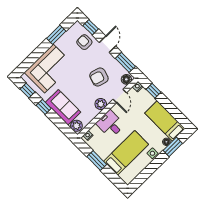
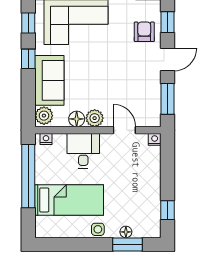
armchair: (99, 77) -> (122, 86), removed
floor lamp: (126, 79) -> (77, 119), moved
window: (153, 91) -> (167, 210), moved
door: (120, 96) -> (124, 130), swing flipped
bed: (165, 121) -> (147, 207), removed
window: (97, 160) -> (28, 176), width x2.11

